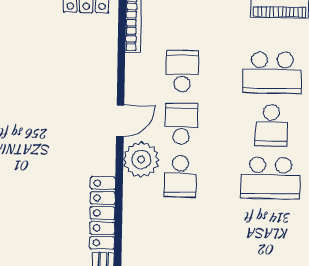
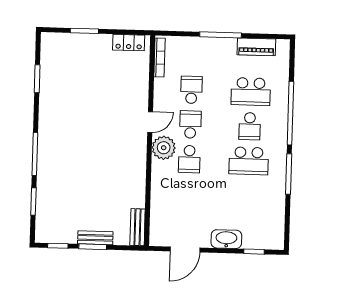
locker: (103, 213) -> (138, 183), removed

